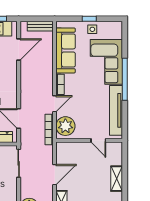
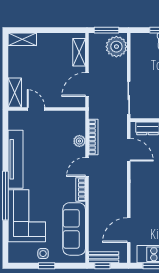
window: (41, 19) -> (102, 266), added
plant: (65, 126) -> (79, 141), width x0.53, depth x0.53
wall: (89, 140) -> (47, 109), moved
door: (98, 140) -> (36, 109), moved
shelving: (117, 179) -> (15, 93), moved

